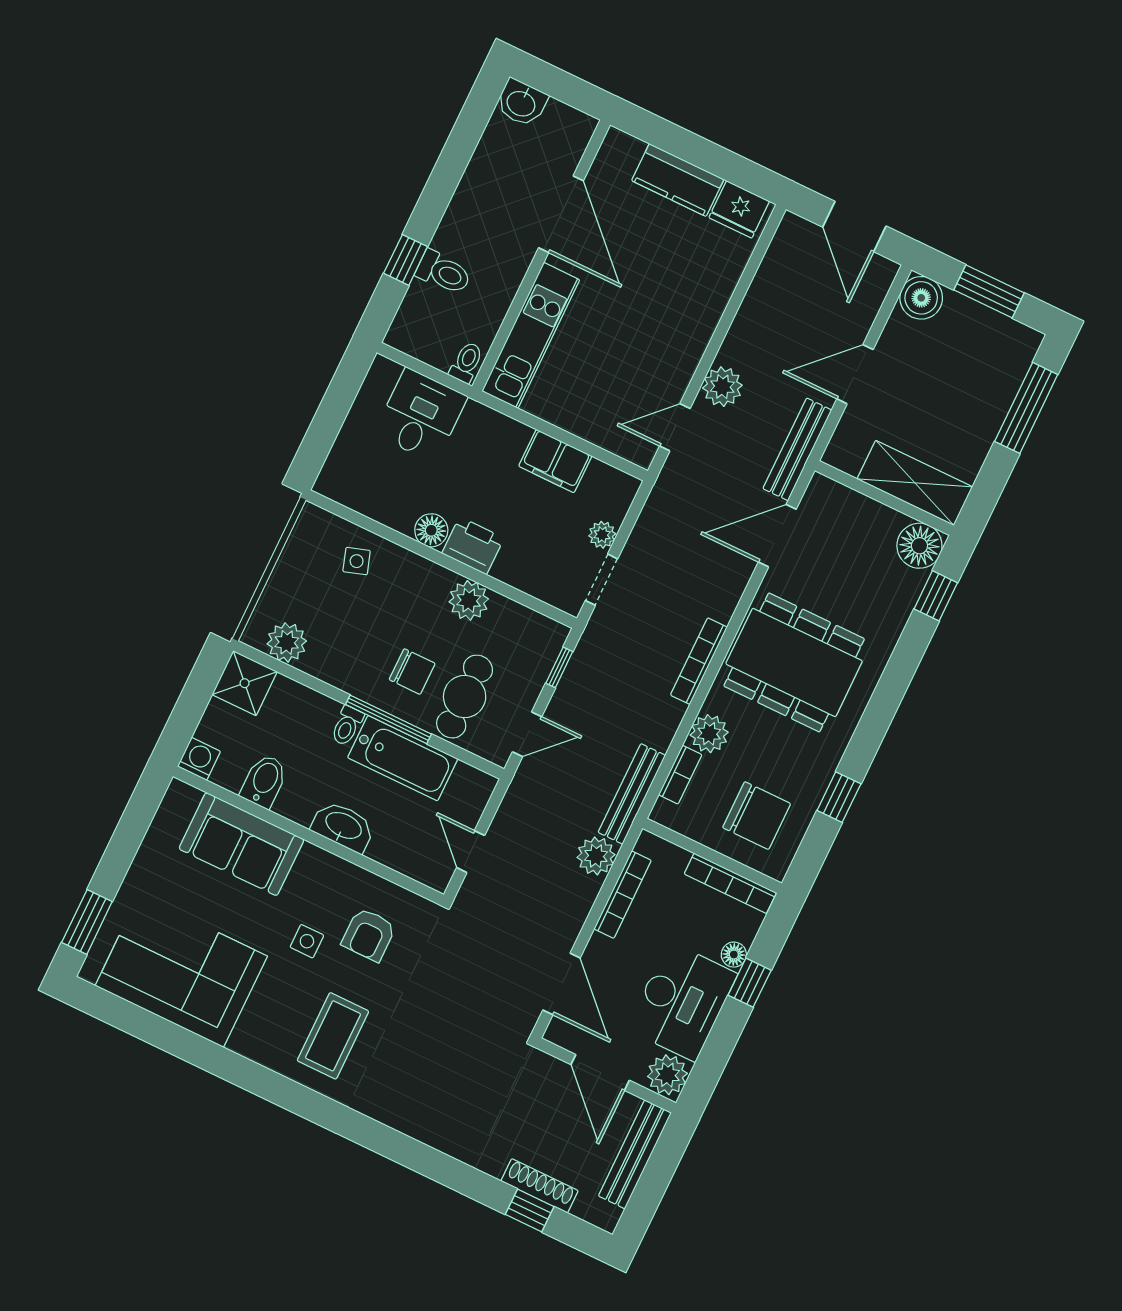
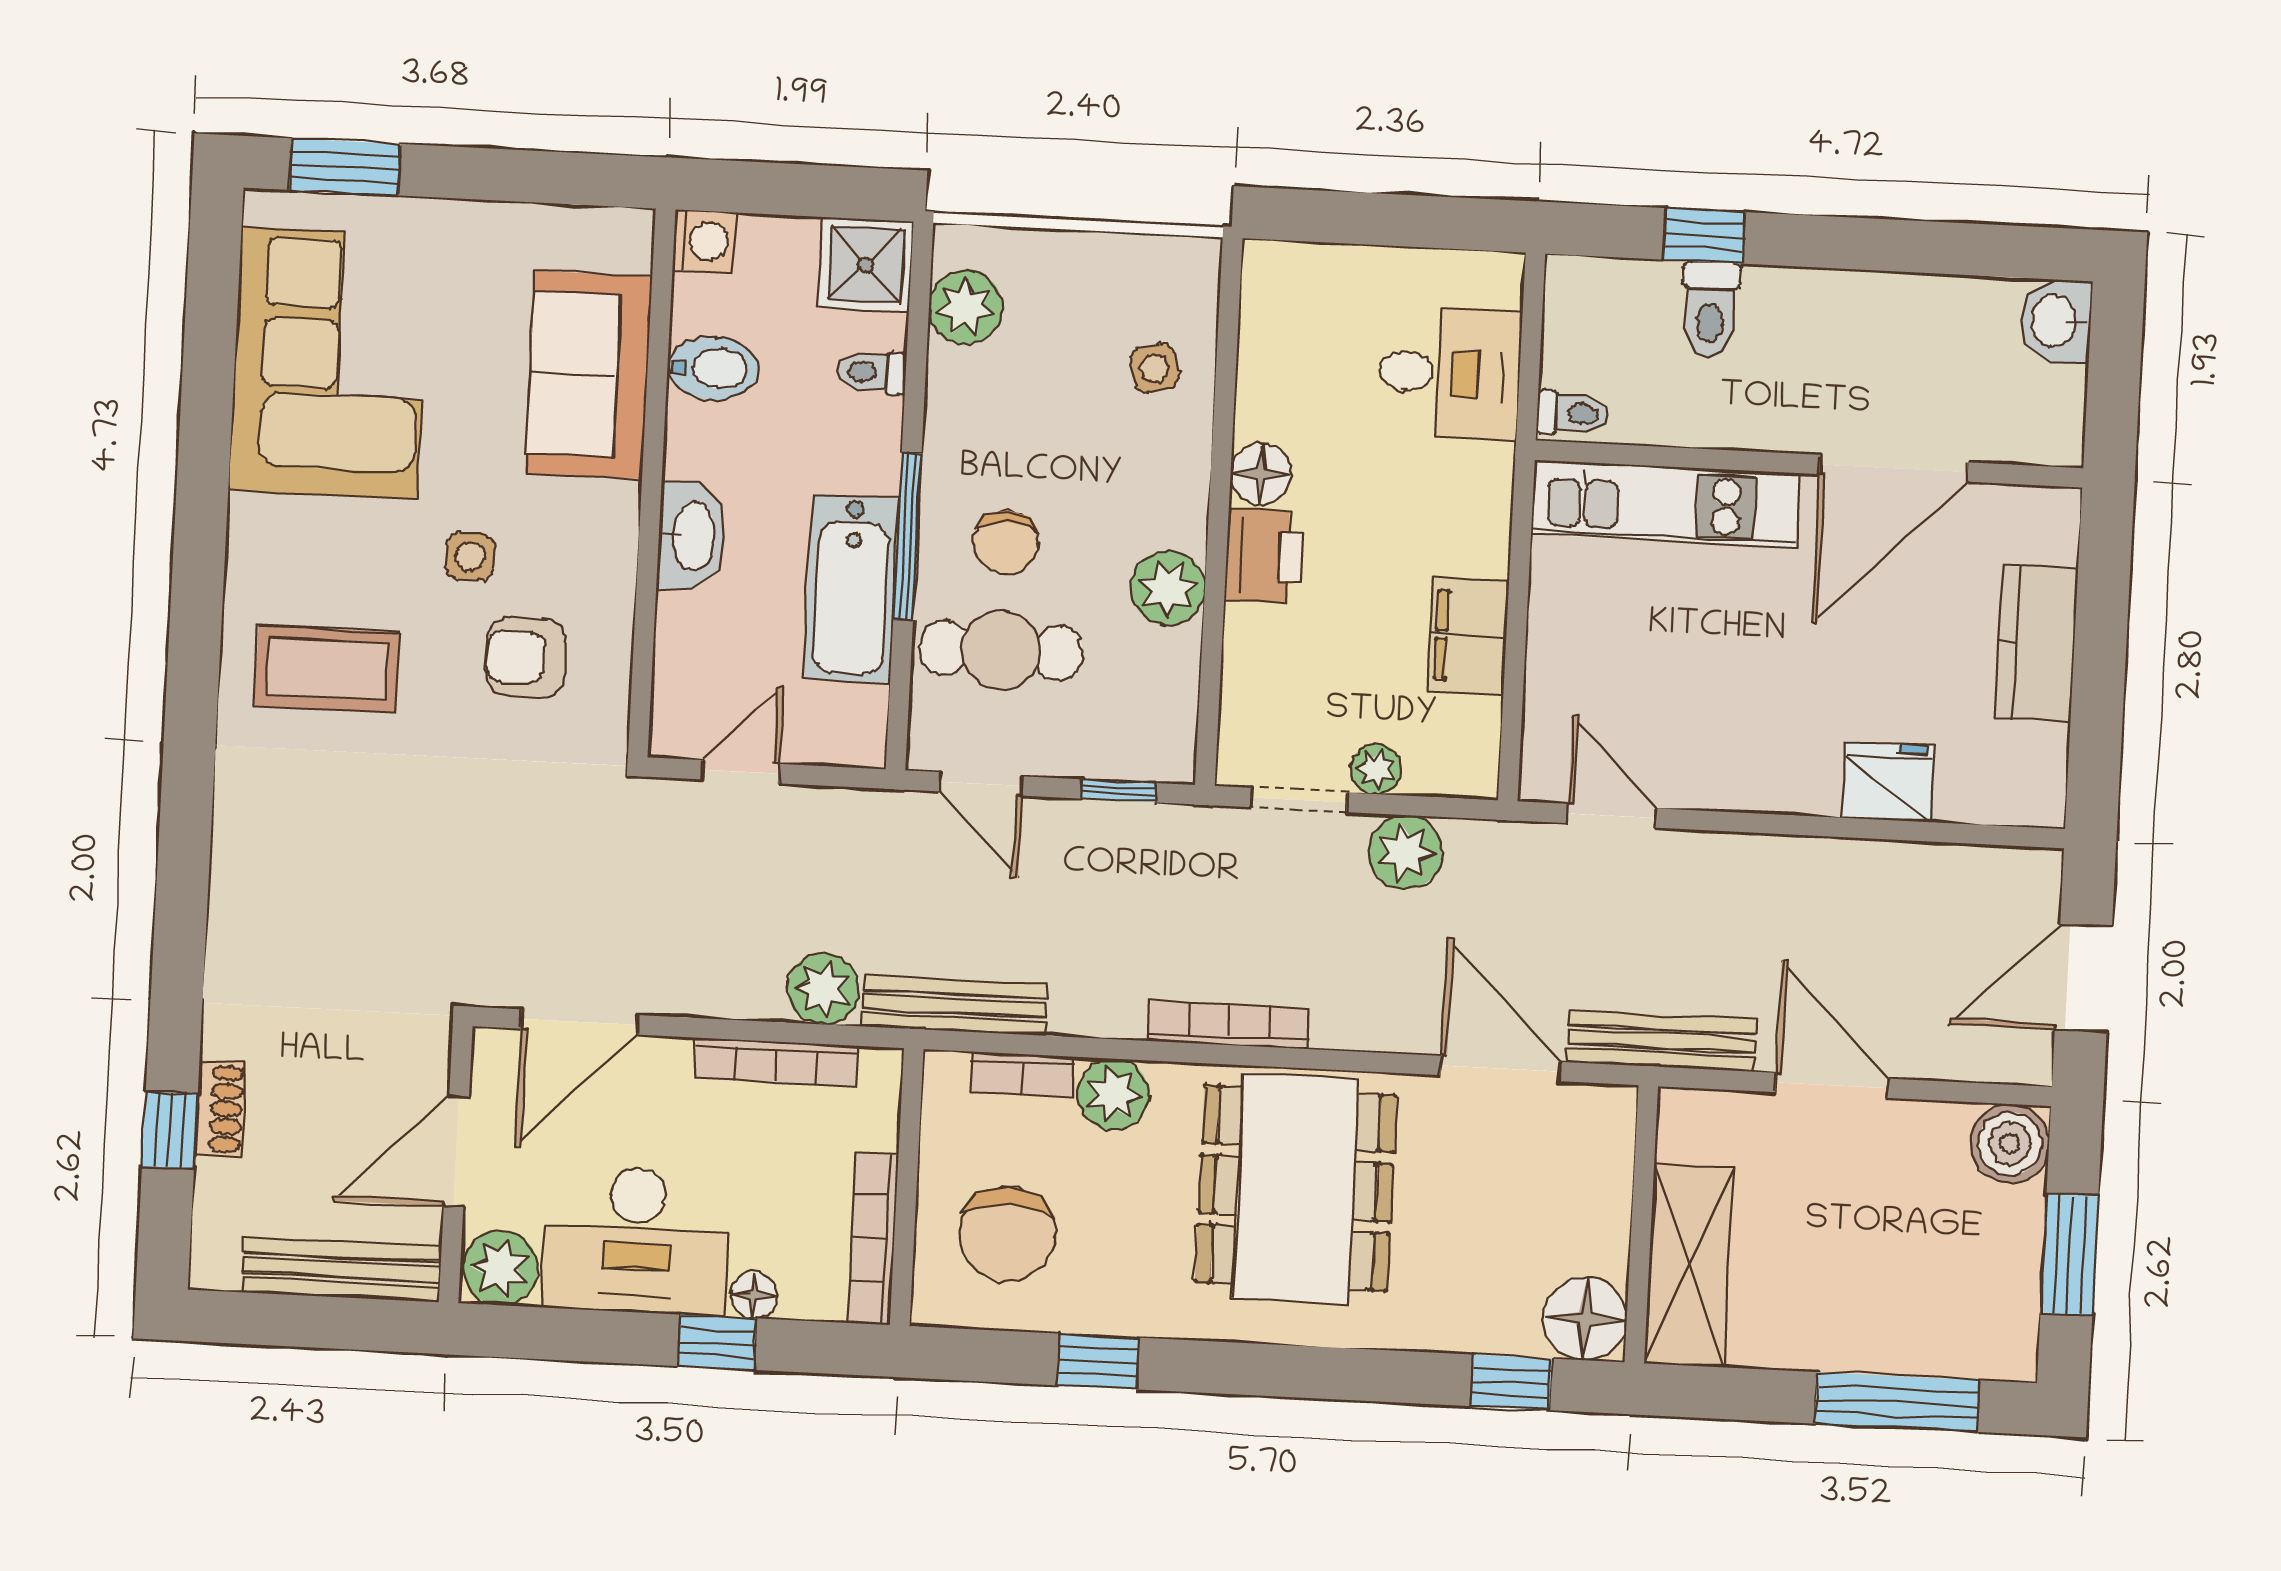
fridge: (739, 209) -> (1888, 782), moved, turned 90
plant: (722, 387) -> (1405, 852), moved
toilet: (347, 726) -> (871, 372), moved
shoe rack: (540, 1186) -> (220, 1109), width x0.70

